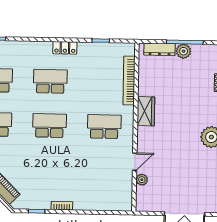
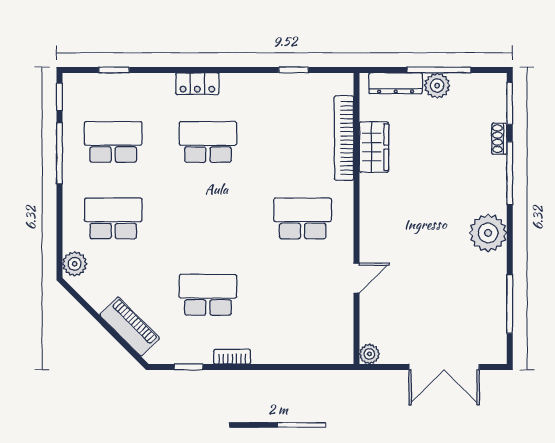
locker: (65, 48) -> (197, 84), moved
wardrobe: (146, 111) -> (374, 147), moved
school desk: (49, 125) -> (208, 295), moved
plant: (142, 180) -> (369, 354), moved

